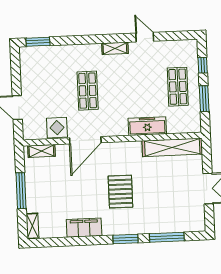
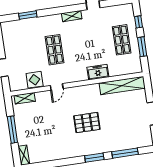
window: (38, 42) -> (28, 15), moved
freezer: (147, 126) -> (98, 72), width x0.71
door: (85, 140) -> (57, 87), width x0.53
pallet: (120, 192) -> (87, 123), turned 90
filing cabinet: (84, 228) -> (62, 152), removed

